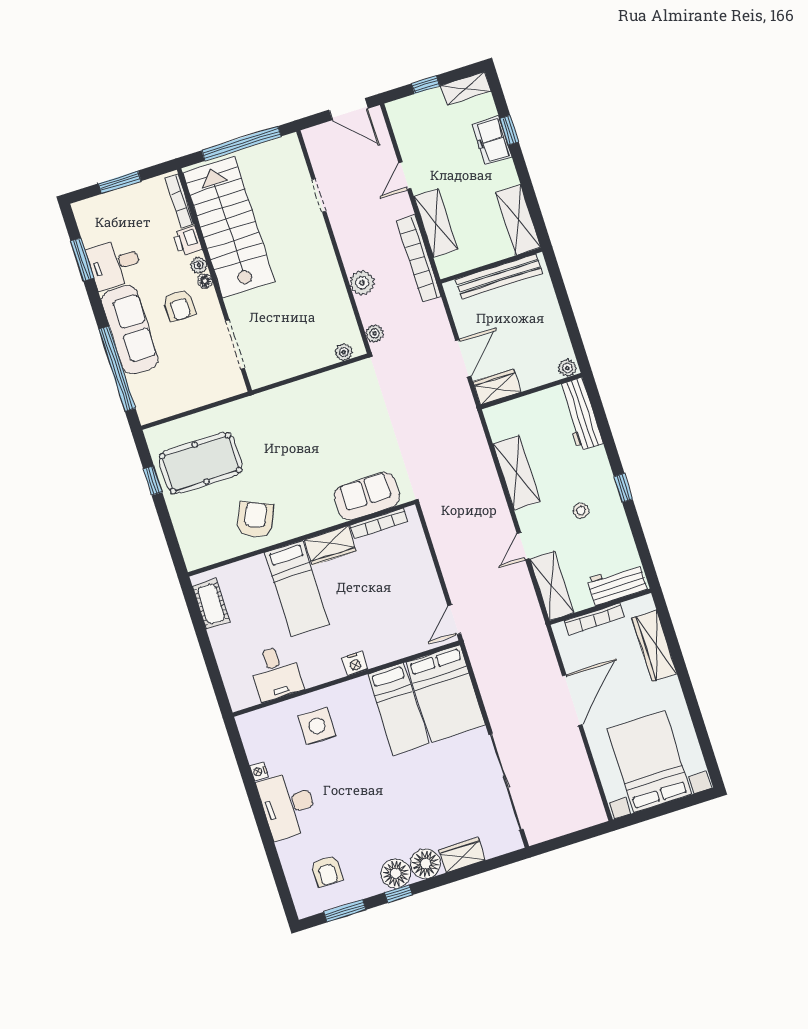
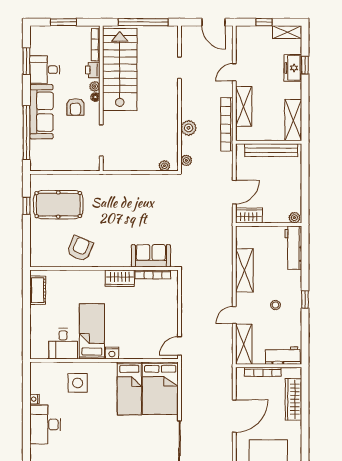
bed: (297, 589) -> (92, 331), moved, turned 180

